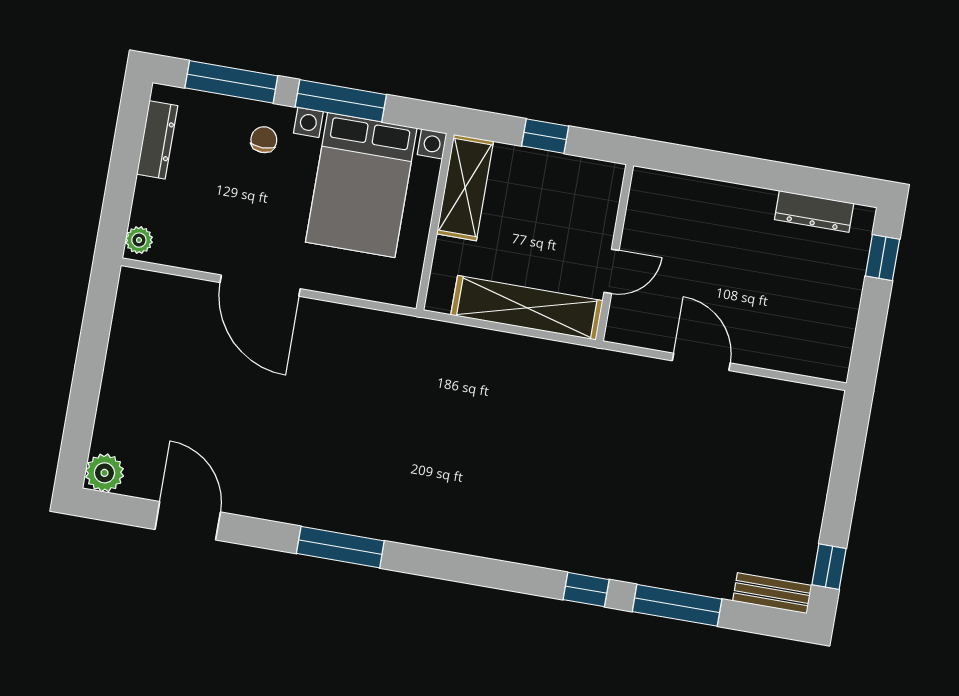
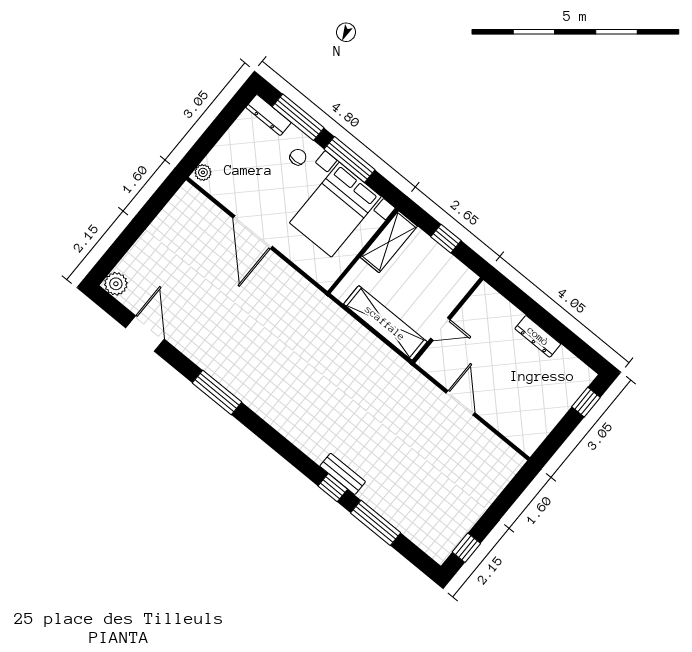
dresser: (157, 140) -> (269, 115), moved, turned 90
dresser: (814, 211) -> (538, 336), moved
bench: (772, 593) -> (343, 474), moved

